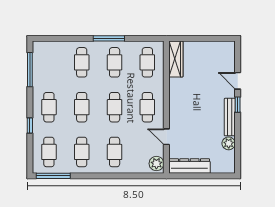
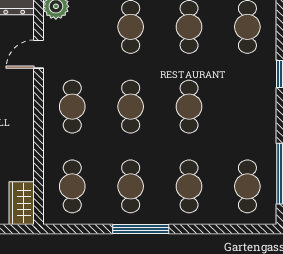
wardrobe: (176, 59) -> (22, 203), width x0.67
cafe table: (49, 107) -> (247, 186), moved
door: (166, 137) -> (39, 54), swing flipped

